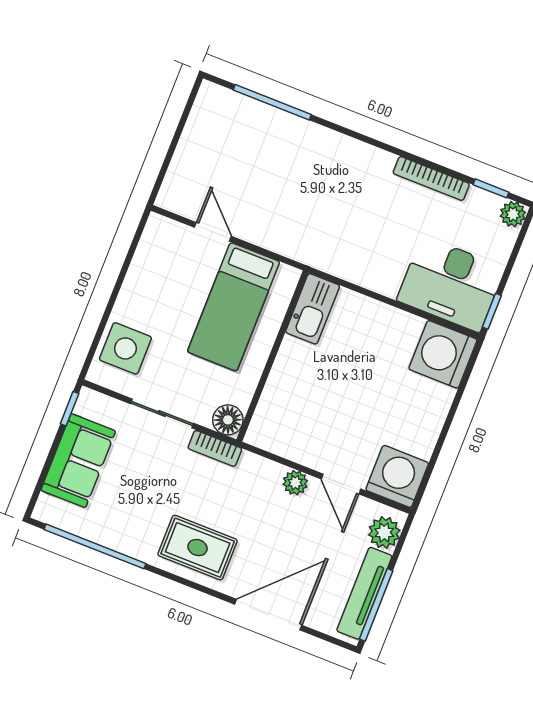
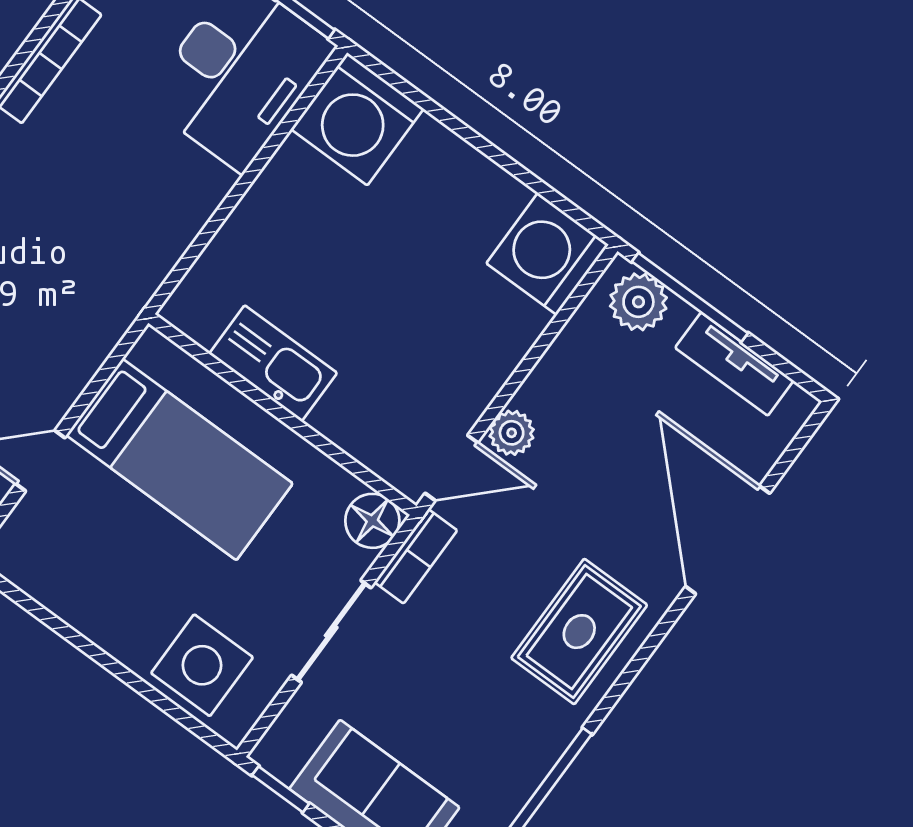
kitchen sink: (313, 309) -> (273, 363), moved
door: (341, 484) -> (451, 468), moved
tv unit: (364, 593) -> (734, 364), width x0.71
window: (376, 605) -> (690, 297), moved

